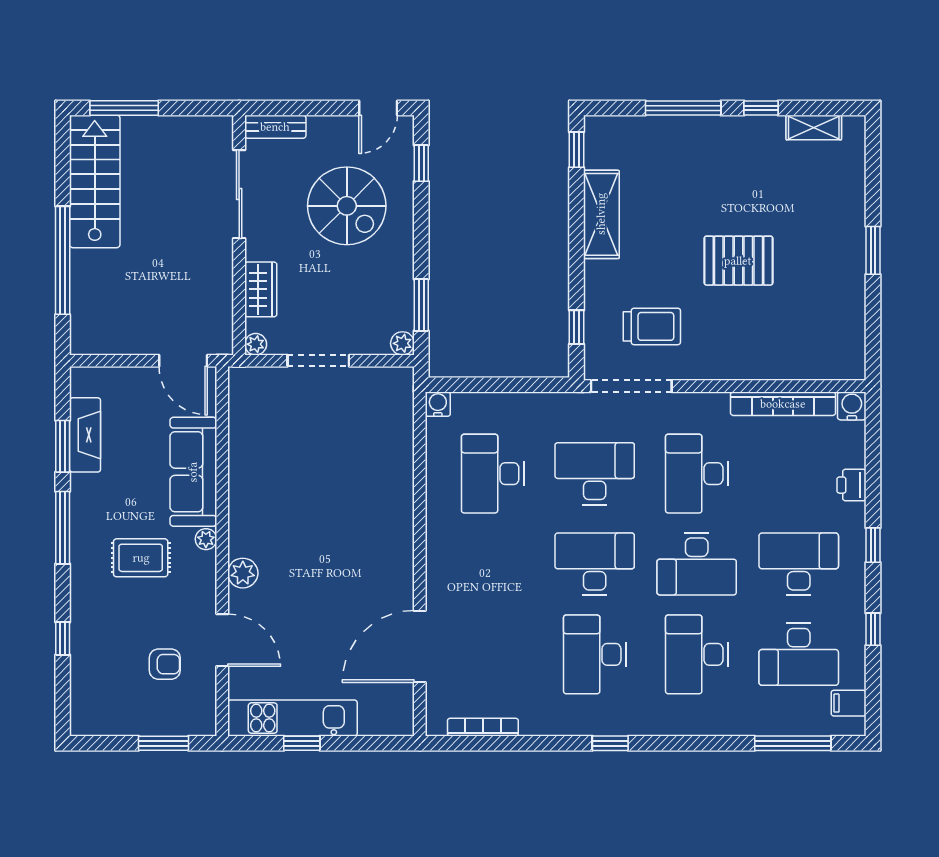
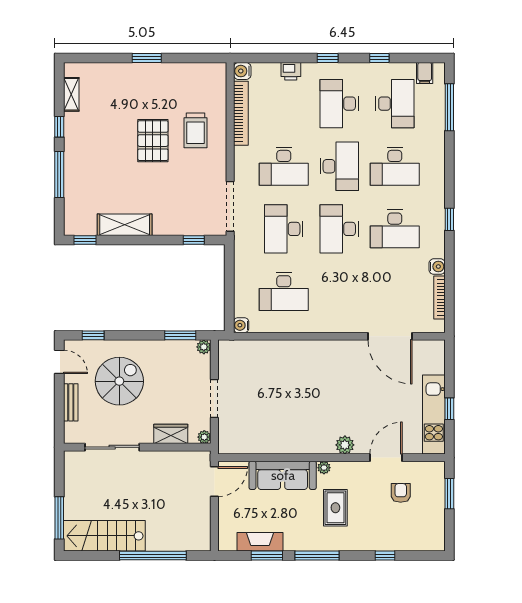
bench: (275, 127) -> (71, 402), moved
trolley: (652, 326) -> (196, 130), moved, turned 180
water cooler: (533, 723) -> (437, 267), added

